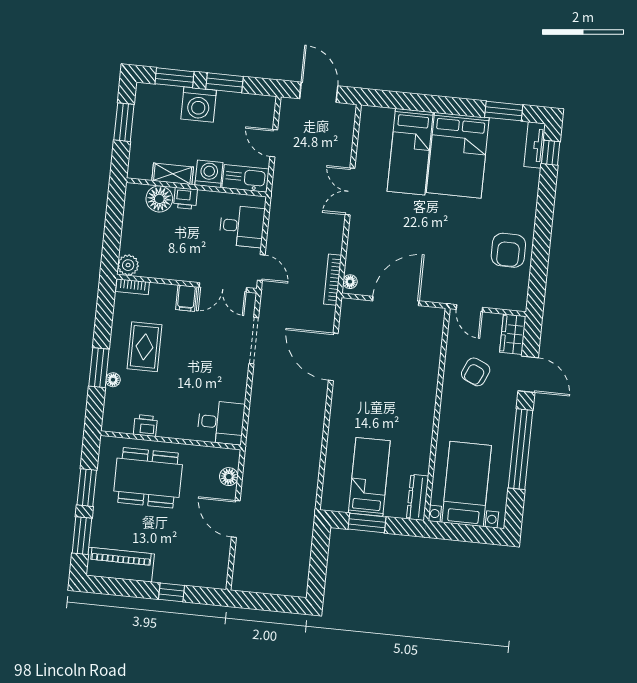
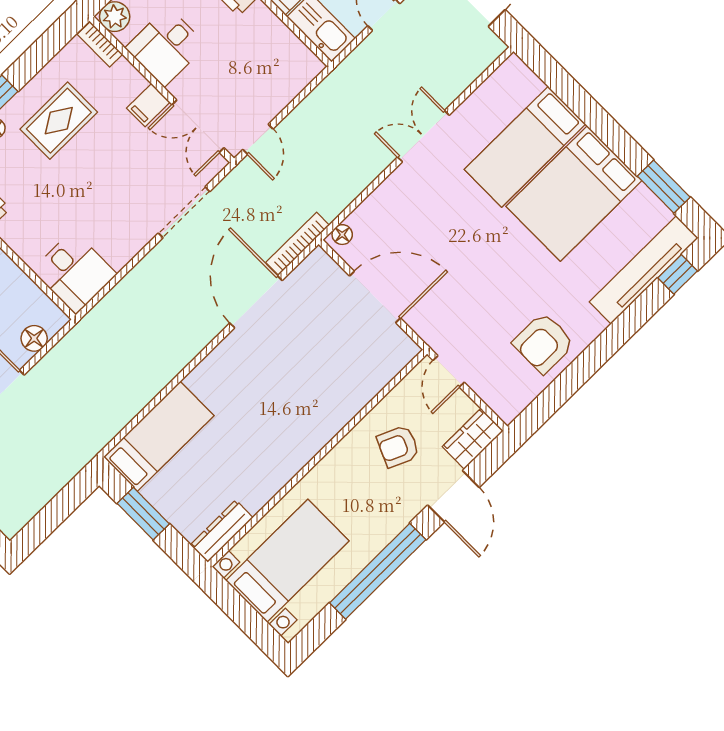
tv unit: (535, 145) -> (644, 270), width x1.92, depth x1.29
desk: (242, 226) -> (166, 47), moved, turned 90
bookcase: (333, 280) -> (298, 244), moved
bed: (369, 477) -> (159, 436), moved

